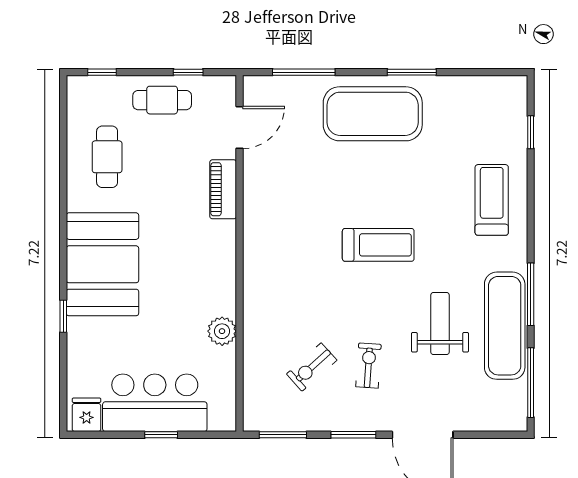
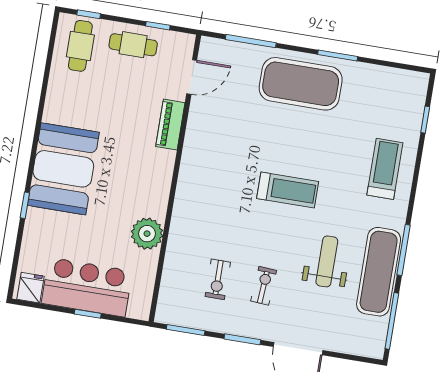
cafe table: (107, 157) -> (80, 46), moved
plant: (222, 331) -> (147, 234), width x1.36, depth x1.36
exercise bike: (312, 367) -> (218, 279), turned -48

